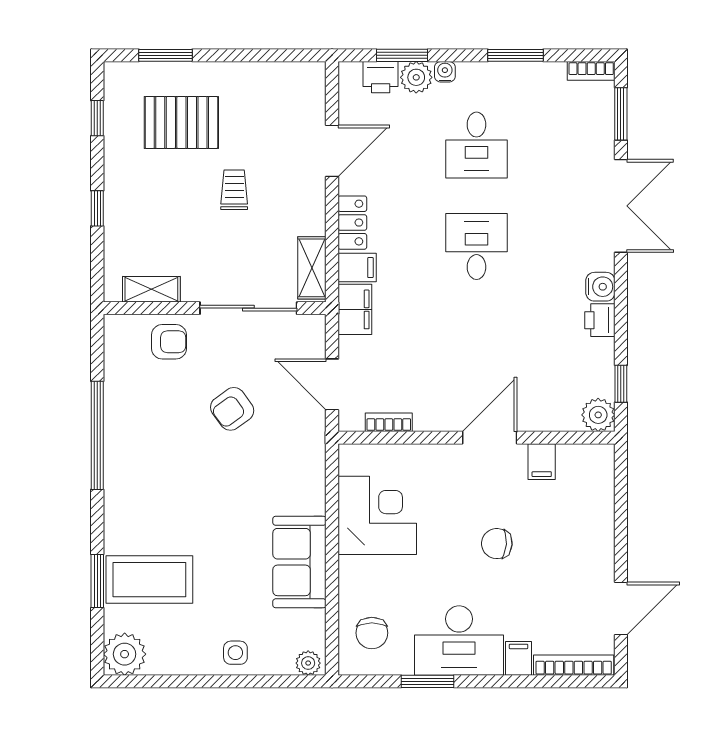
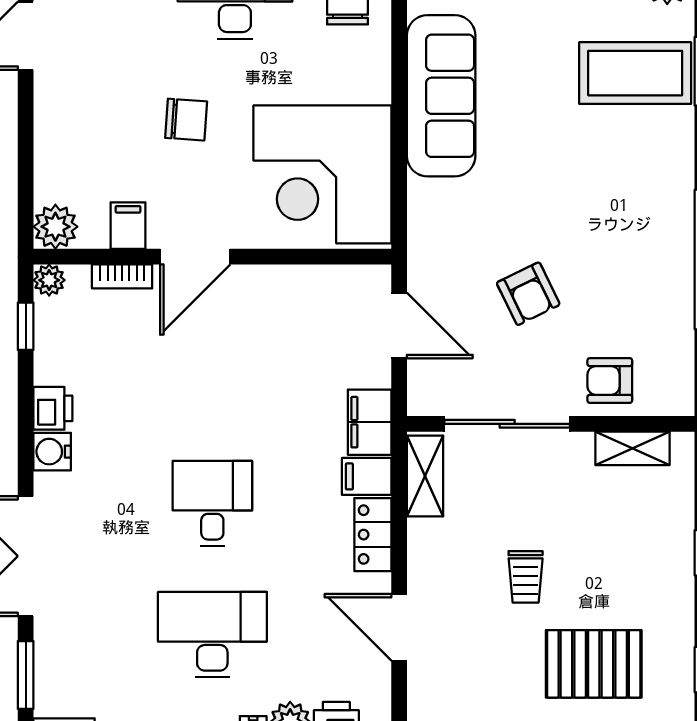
desk: (476, 145) -> (212, 635), width x1.37
door: (332, 151) -> (399, 627), hinge flipped
desk: (476, 247) -> (212, 504), turned 180
armchair: (232, 409) -> (528, 294), turned 100
plant: (598, 415) -> (49, 280), width x0.73, depth x0.73
bookcase: (389, 422) -> (122, 276), moved
plant: (598, 461) -> (55, 227), added
corner desk: (377, 515) -> (322, 174), width x1.36, depth x1.36
sofa: (299, 562) -> (441, 96), width x1.36

